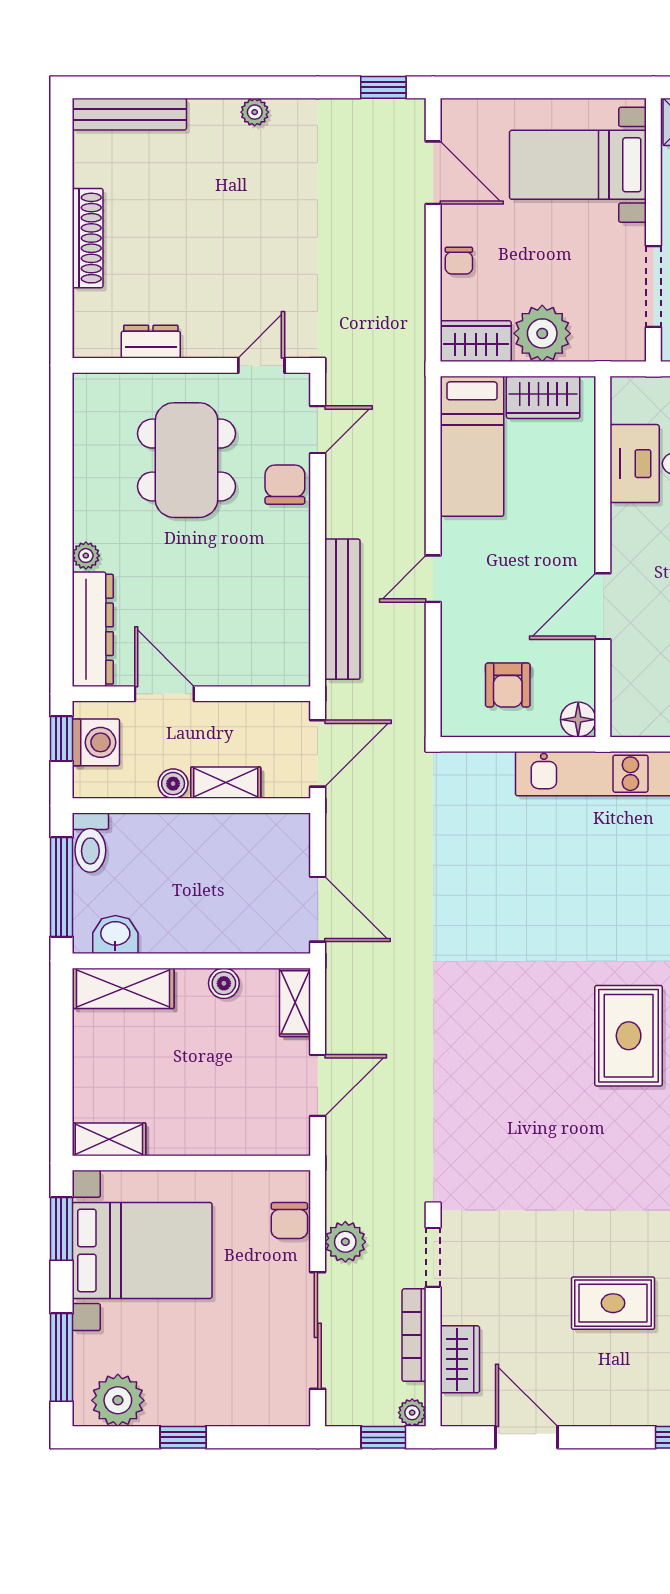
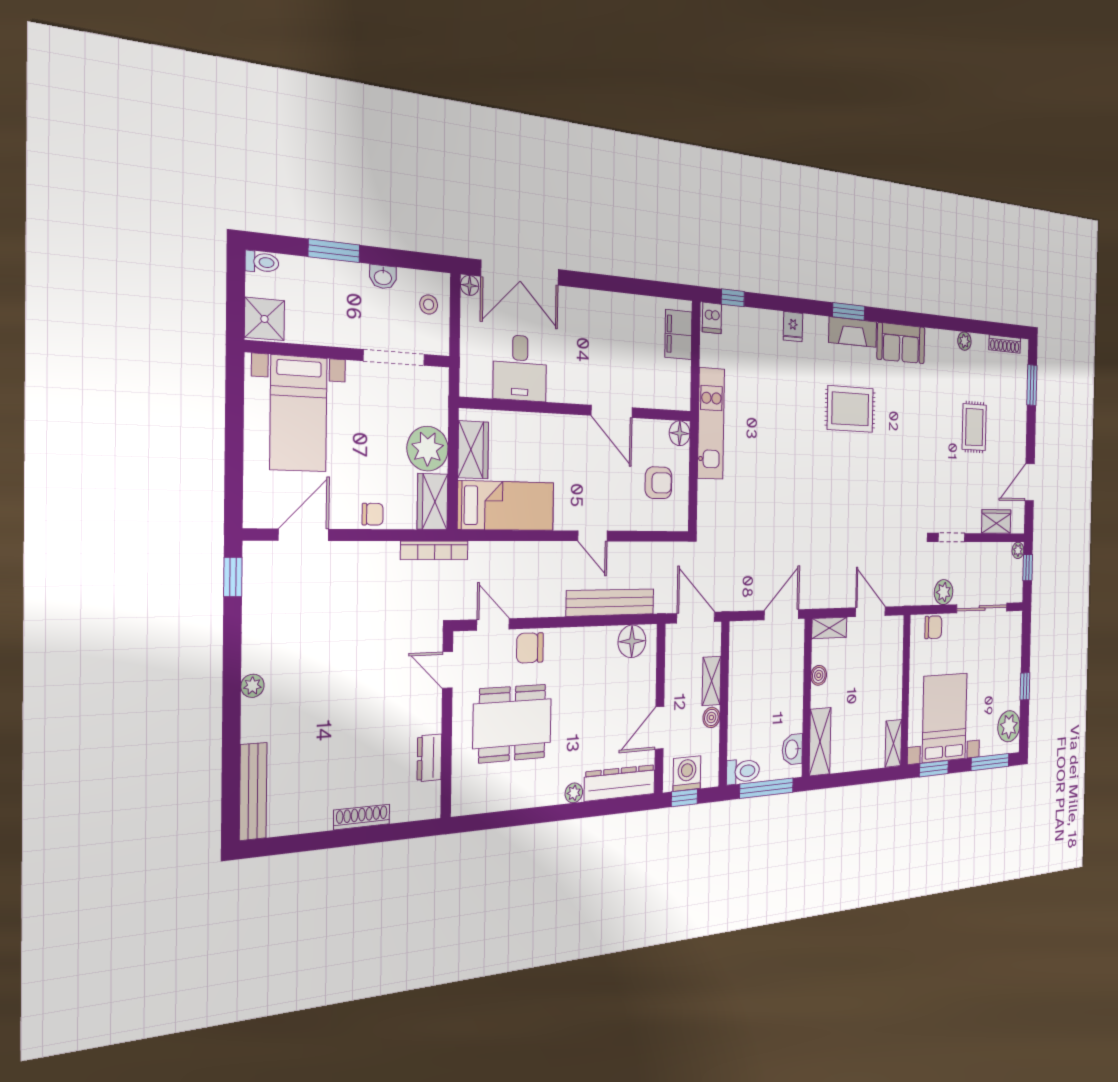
shoe rack: (88, 238) -> (362, 817), width x0.74, depth x0.81
floor lamp: (288, 645) -> (632, 641), added
bookcase: (414, 1335) -> (435, 550), moved

